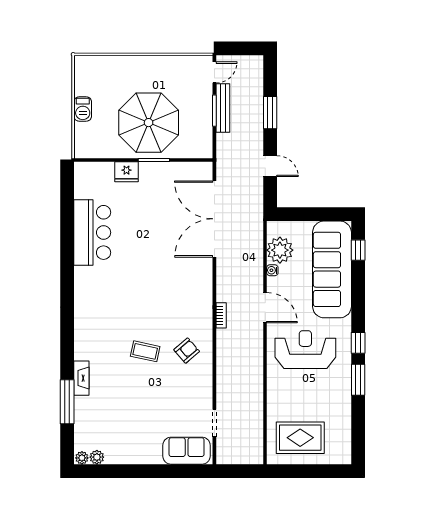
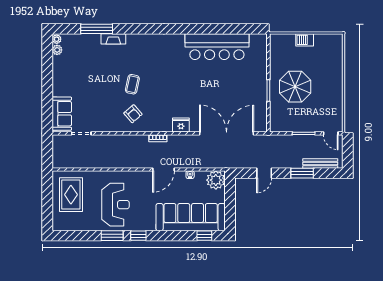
bench: (223, 108) -> (320, 163), moved
parasol: (149, 123) -> (295, 87), width x0.73, depth x0.73
fridge: (126, 172) -> (181, 125), moved, turned 90
bar counter: (92, 232) -> (217, 47), width x1.36
plant: (280, 250) -> (216, 180), moved
reception desk: (305, 350) -> (116, 205), moved

